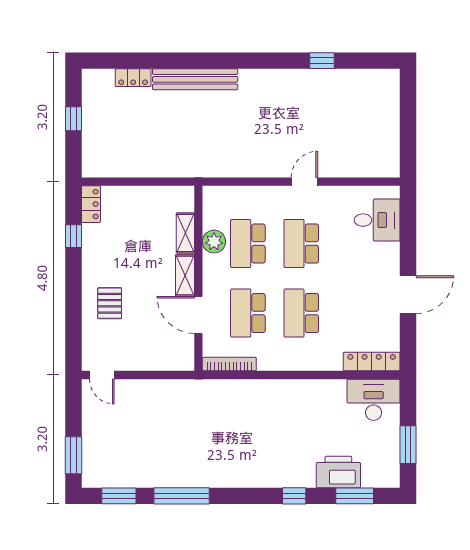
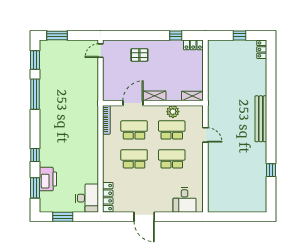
locker: (133, 78) -> (262, 49), moved
bench: (195, 79) -> (261, 119), moved
door: (304, 182) -> (205, 135), moved
shelving: (185, 233) -> (192, 96), moved

